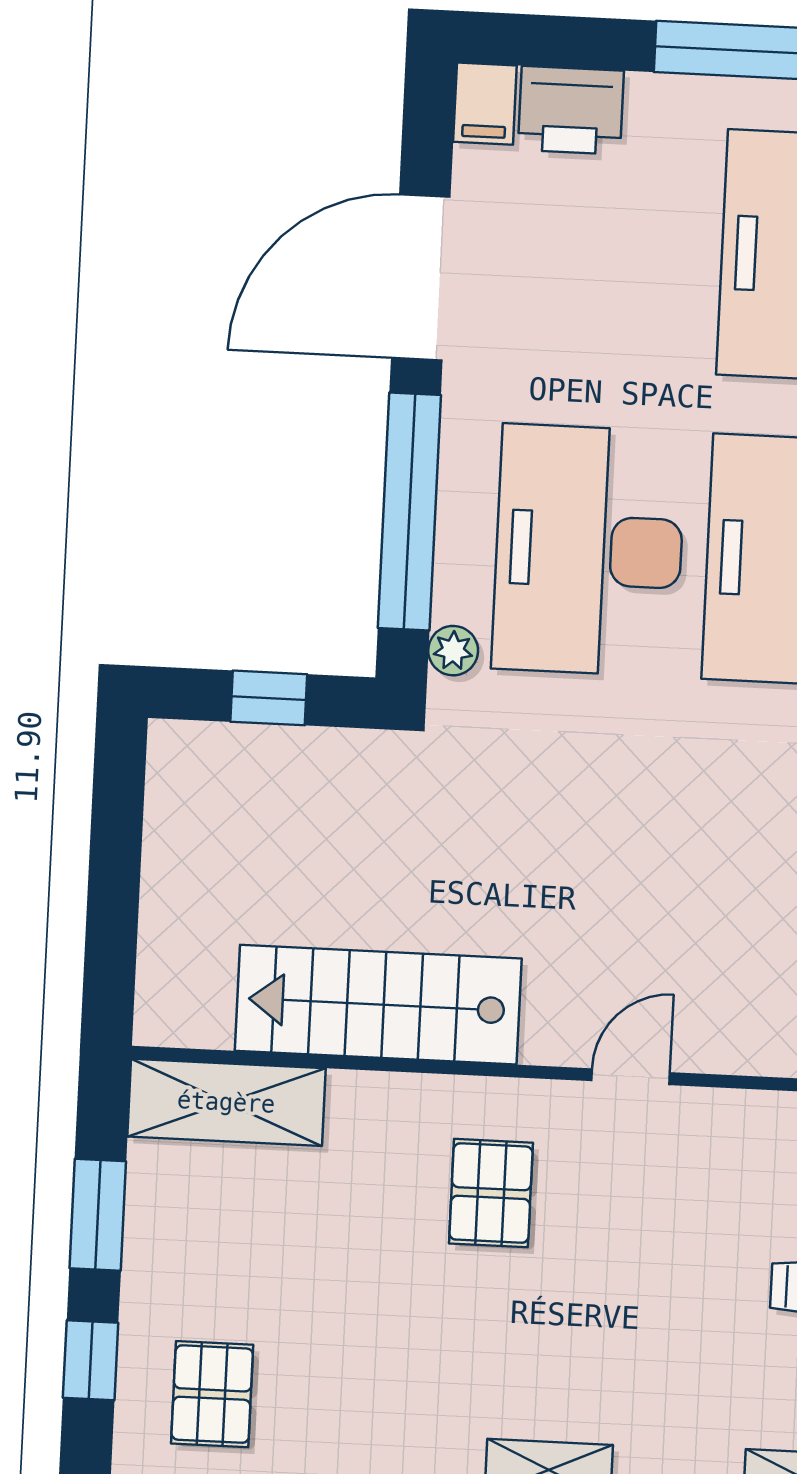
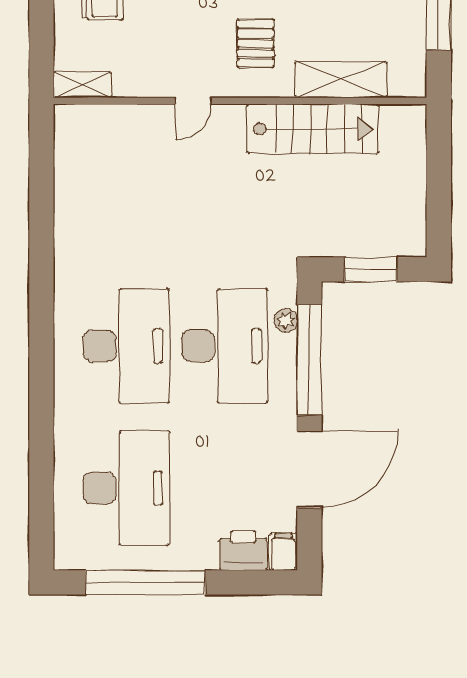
plant: (453, 651) -> (286, 321), moved
window: (269, 698) -> (371, 269), width x1.50
shelving: (226, 1102) -> (341, 80), moved

